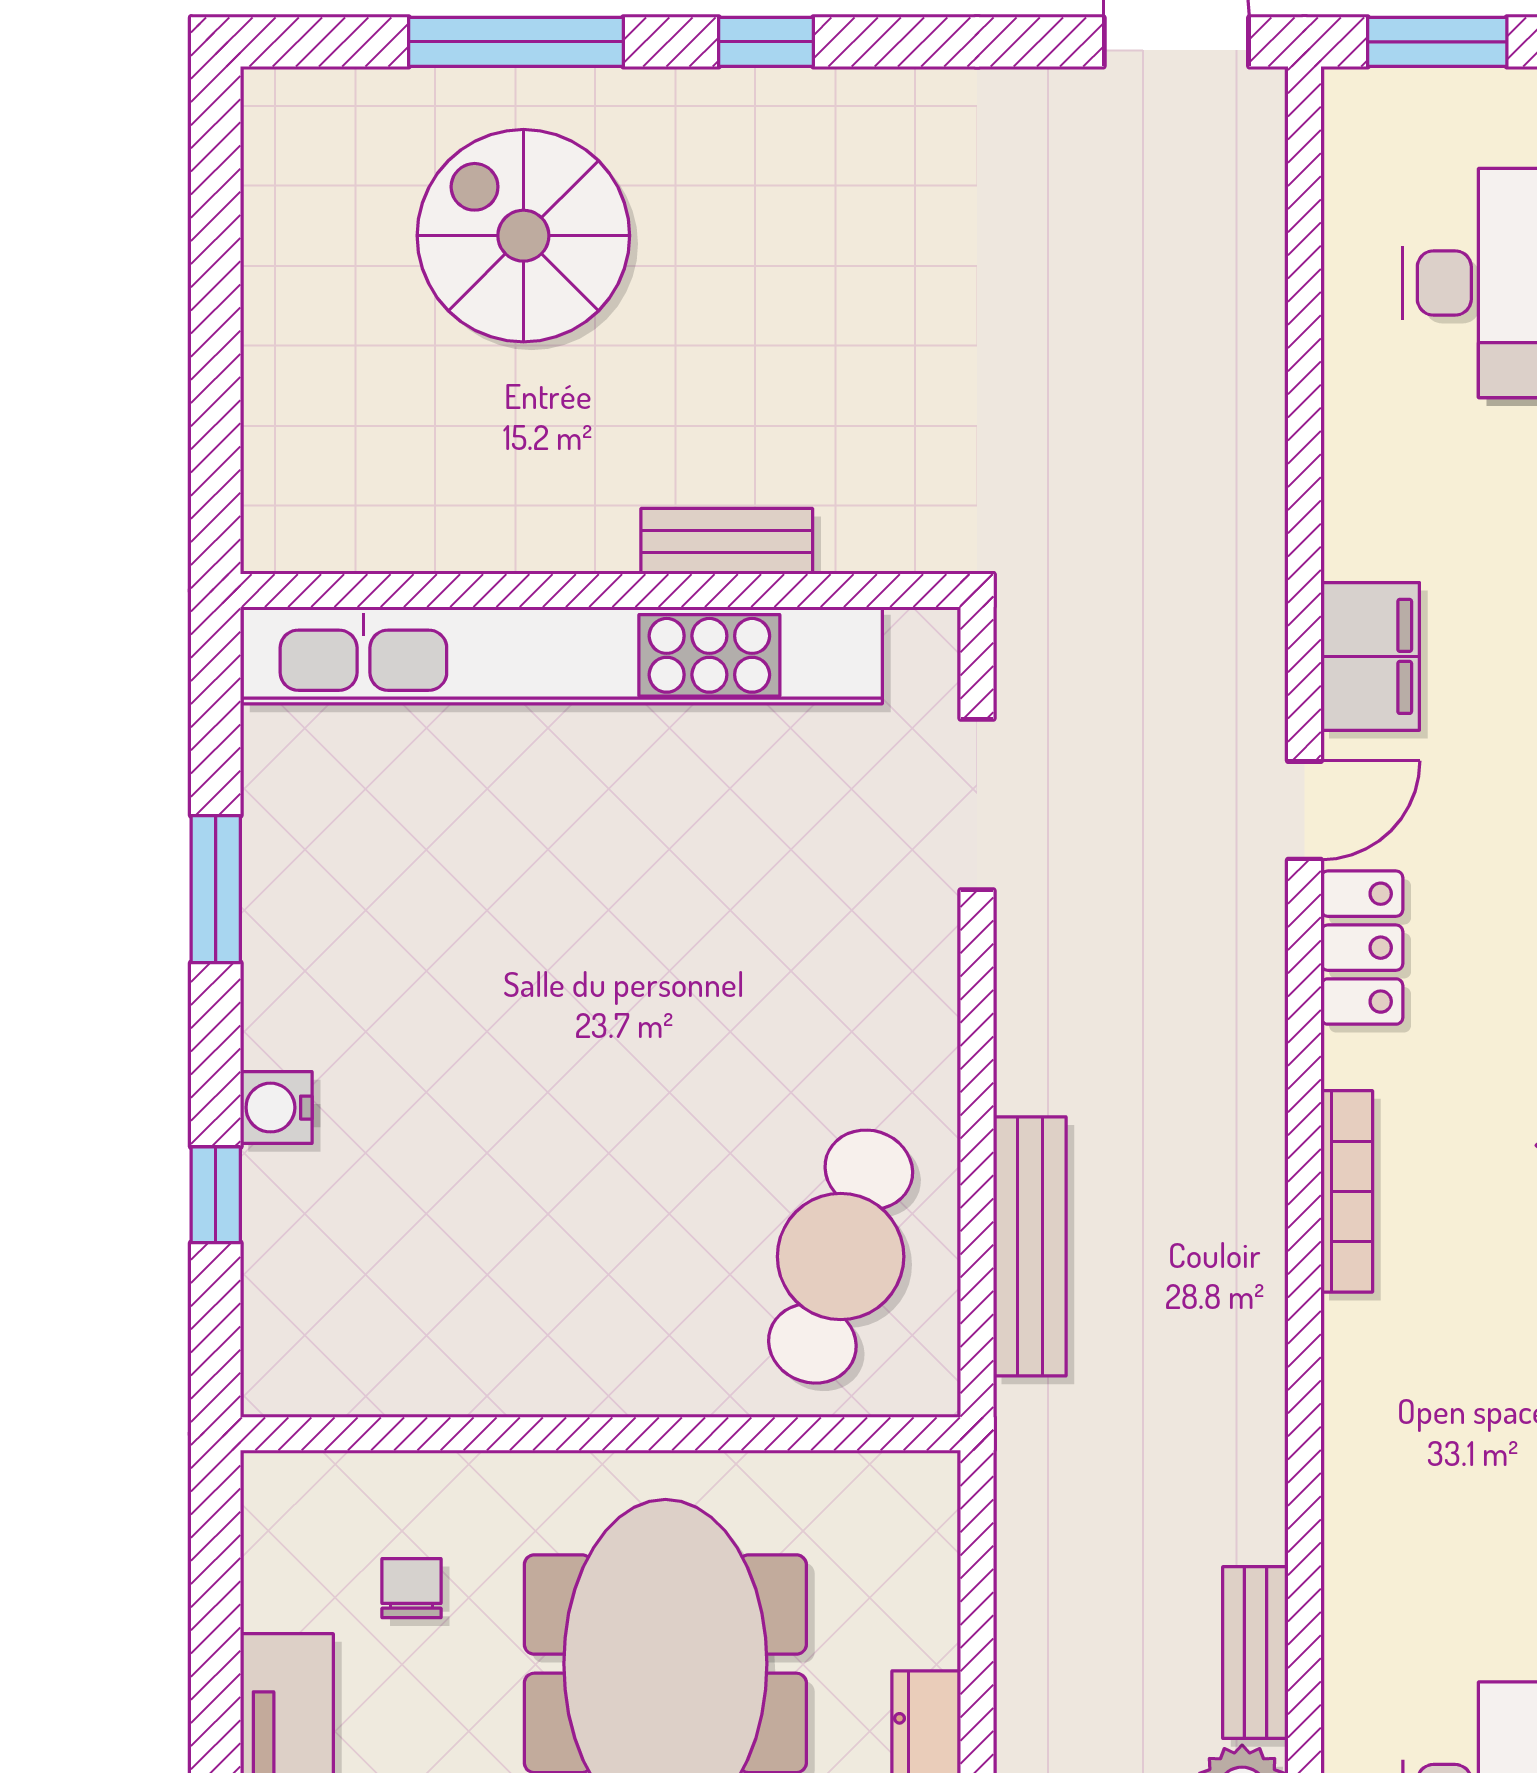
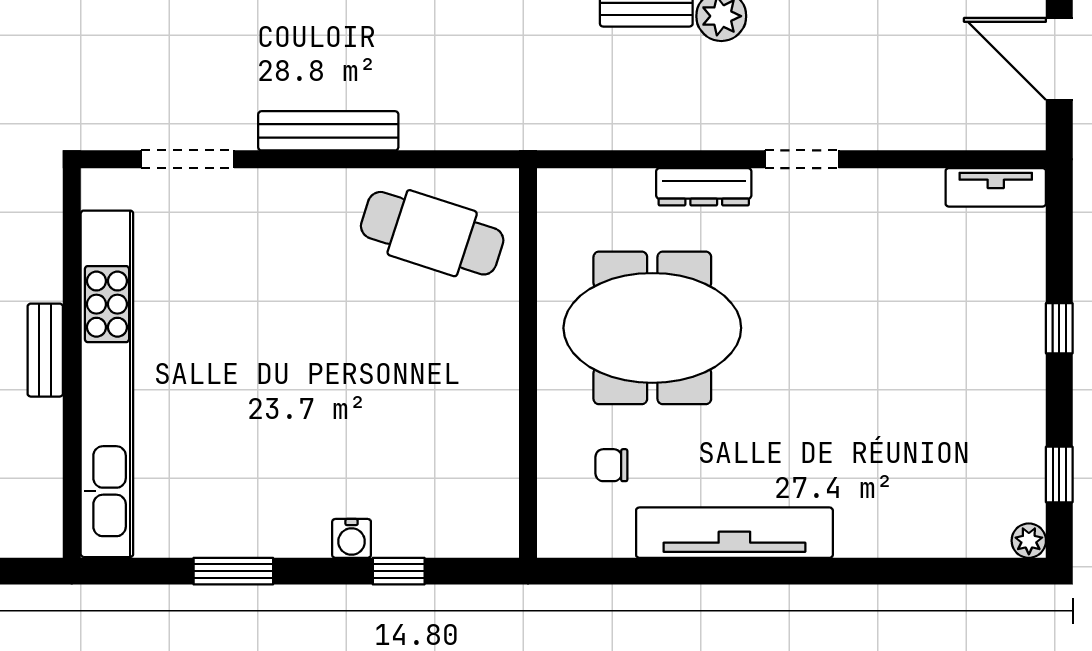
bench: (727, 541) -> (45, 350), moved
bench: (1030, 1246) -> (328, 131), moved

